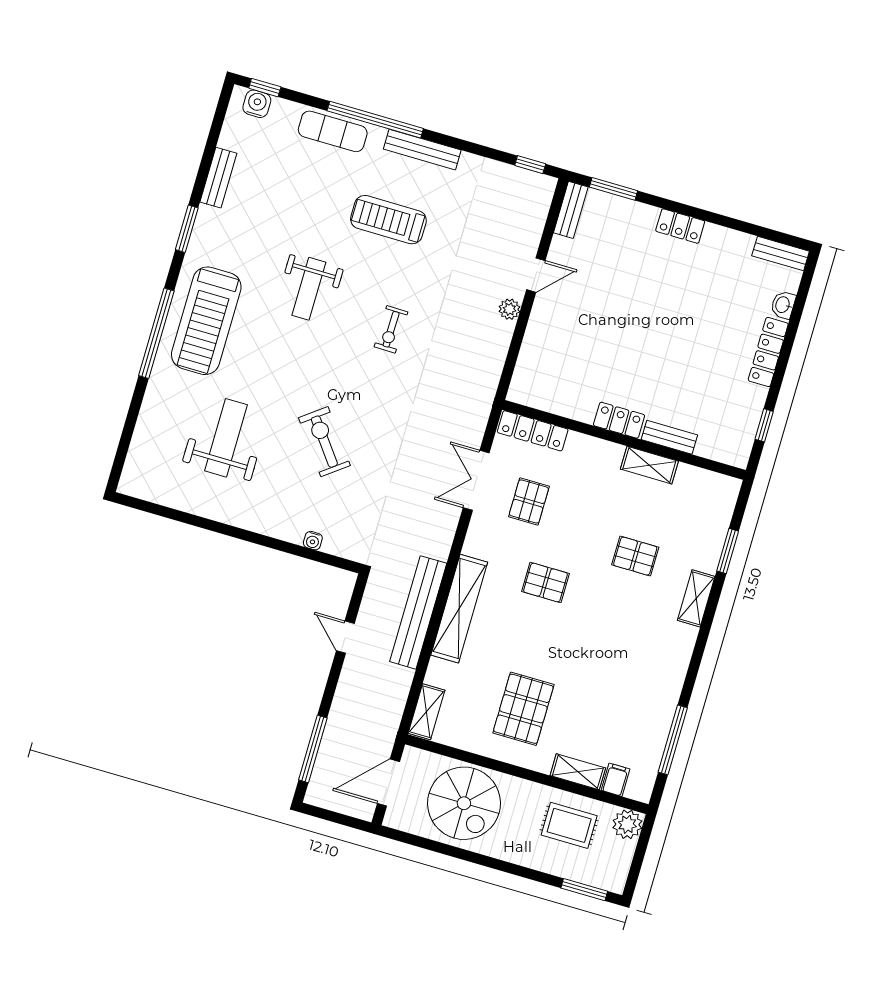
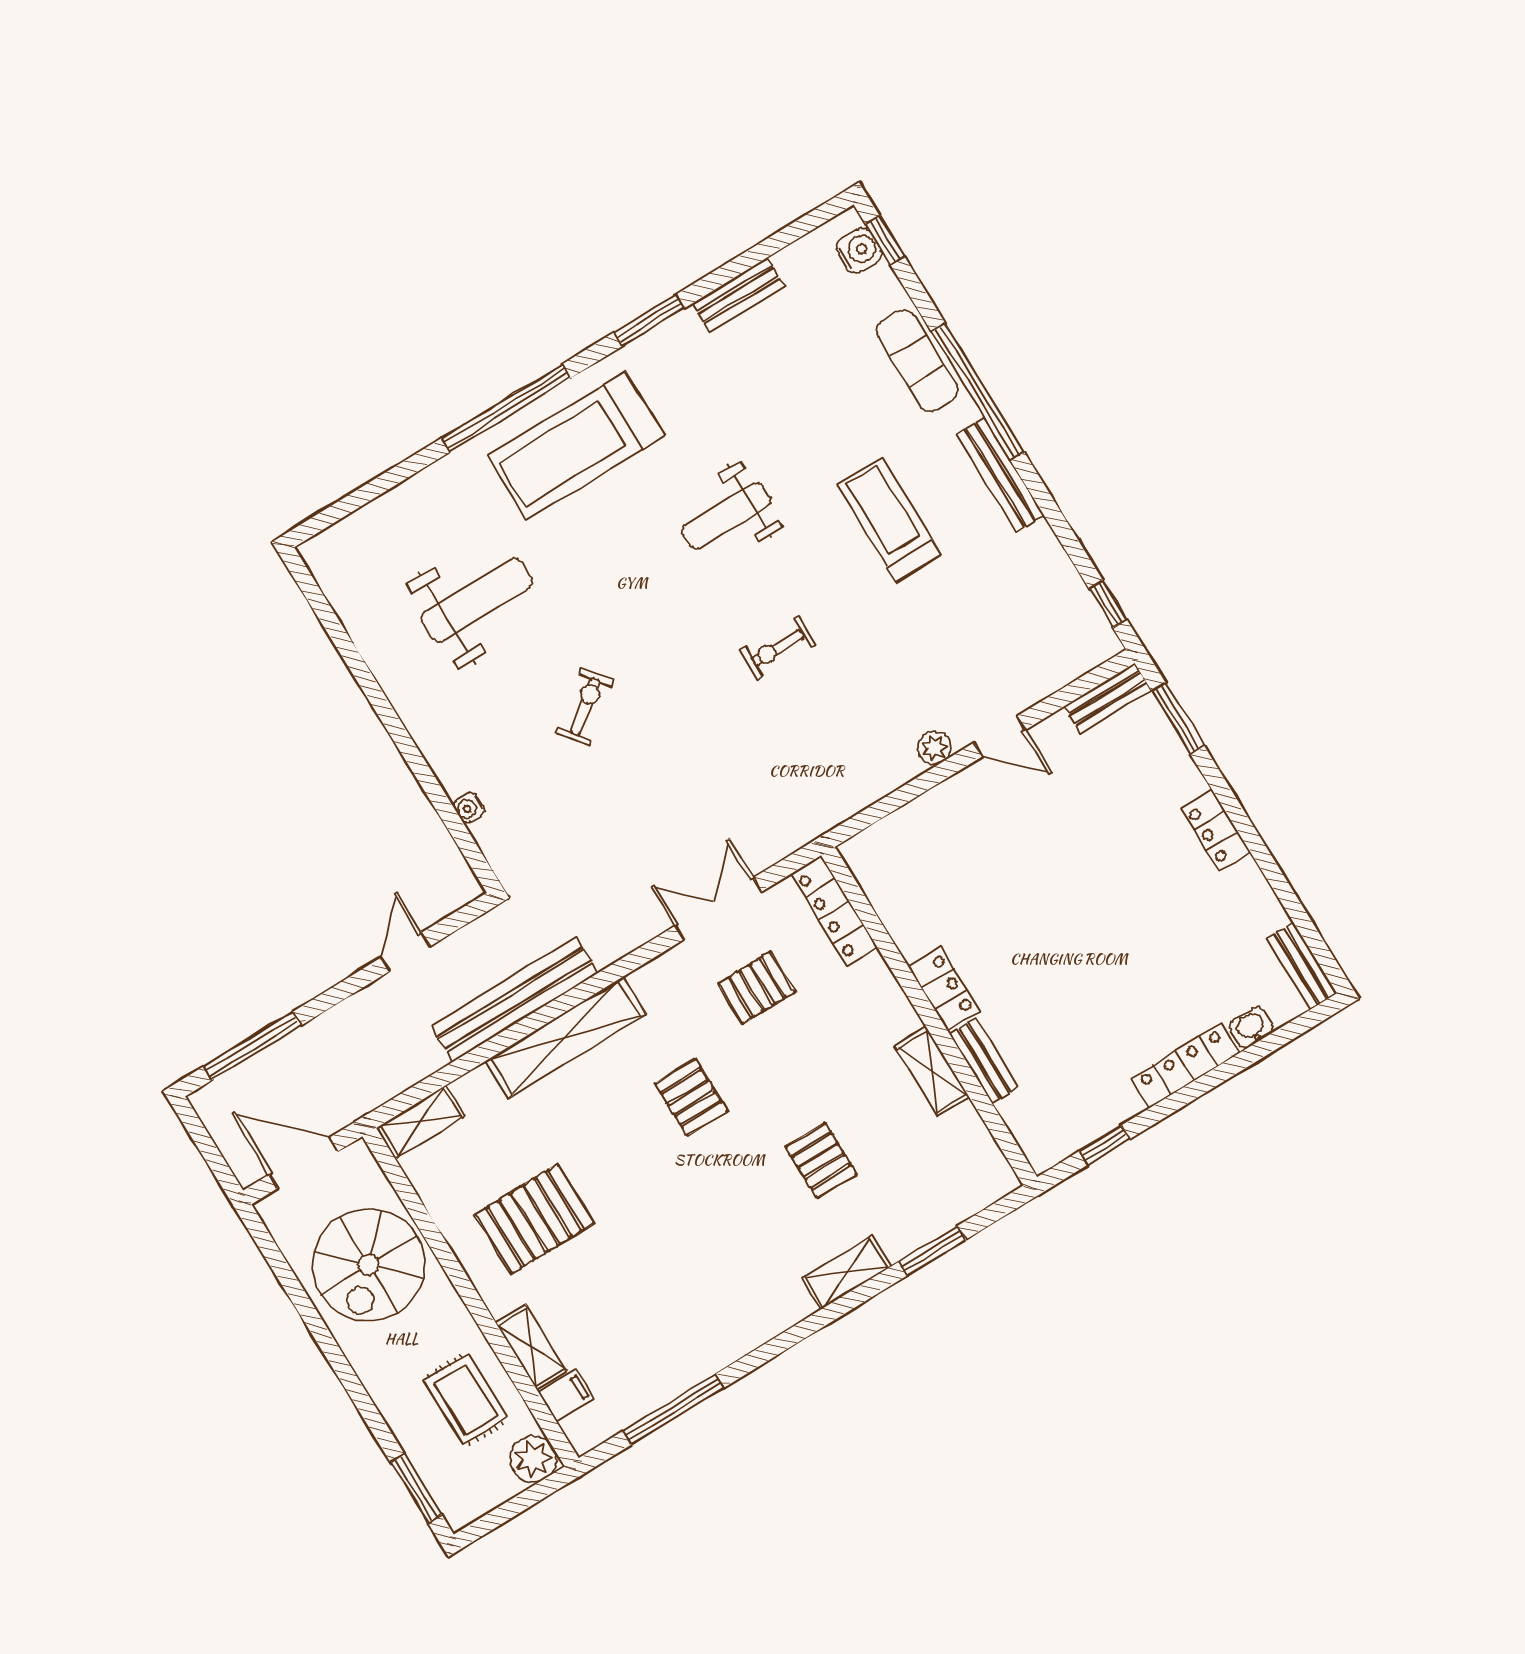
exercise bike: (324, 442) -> (585, 707), width x0.73, depth x0.72

